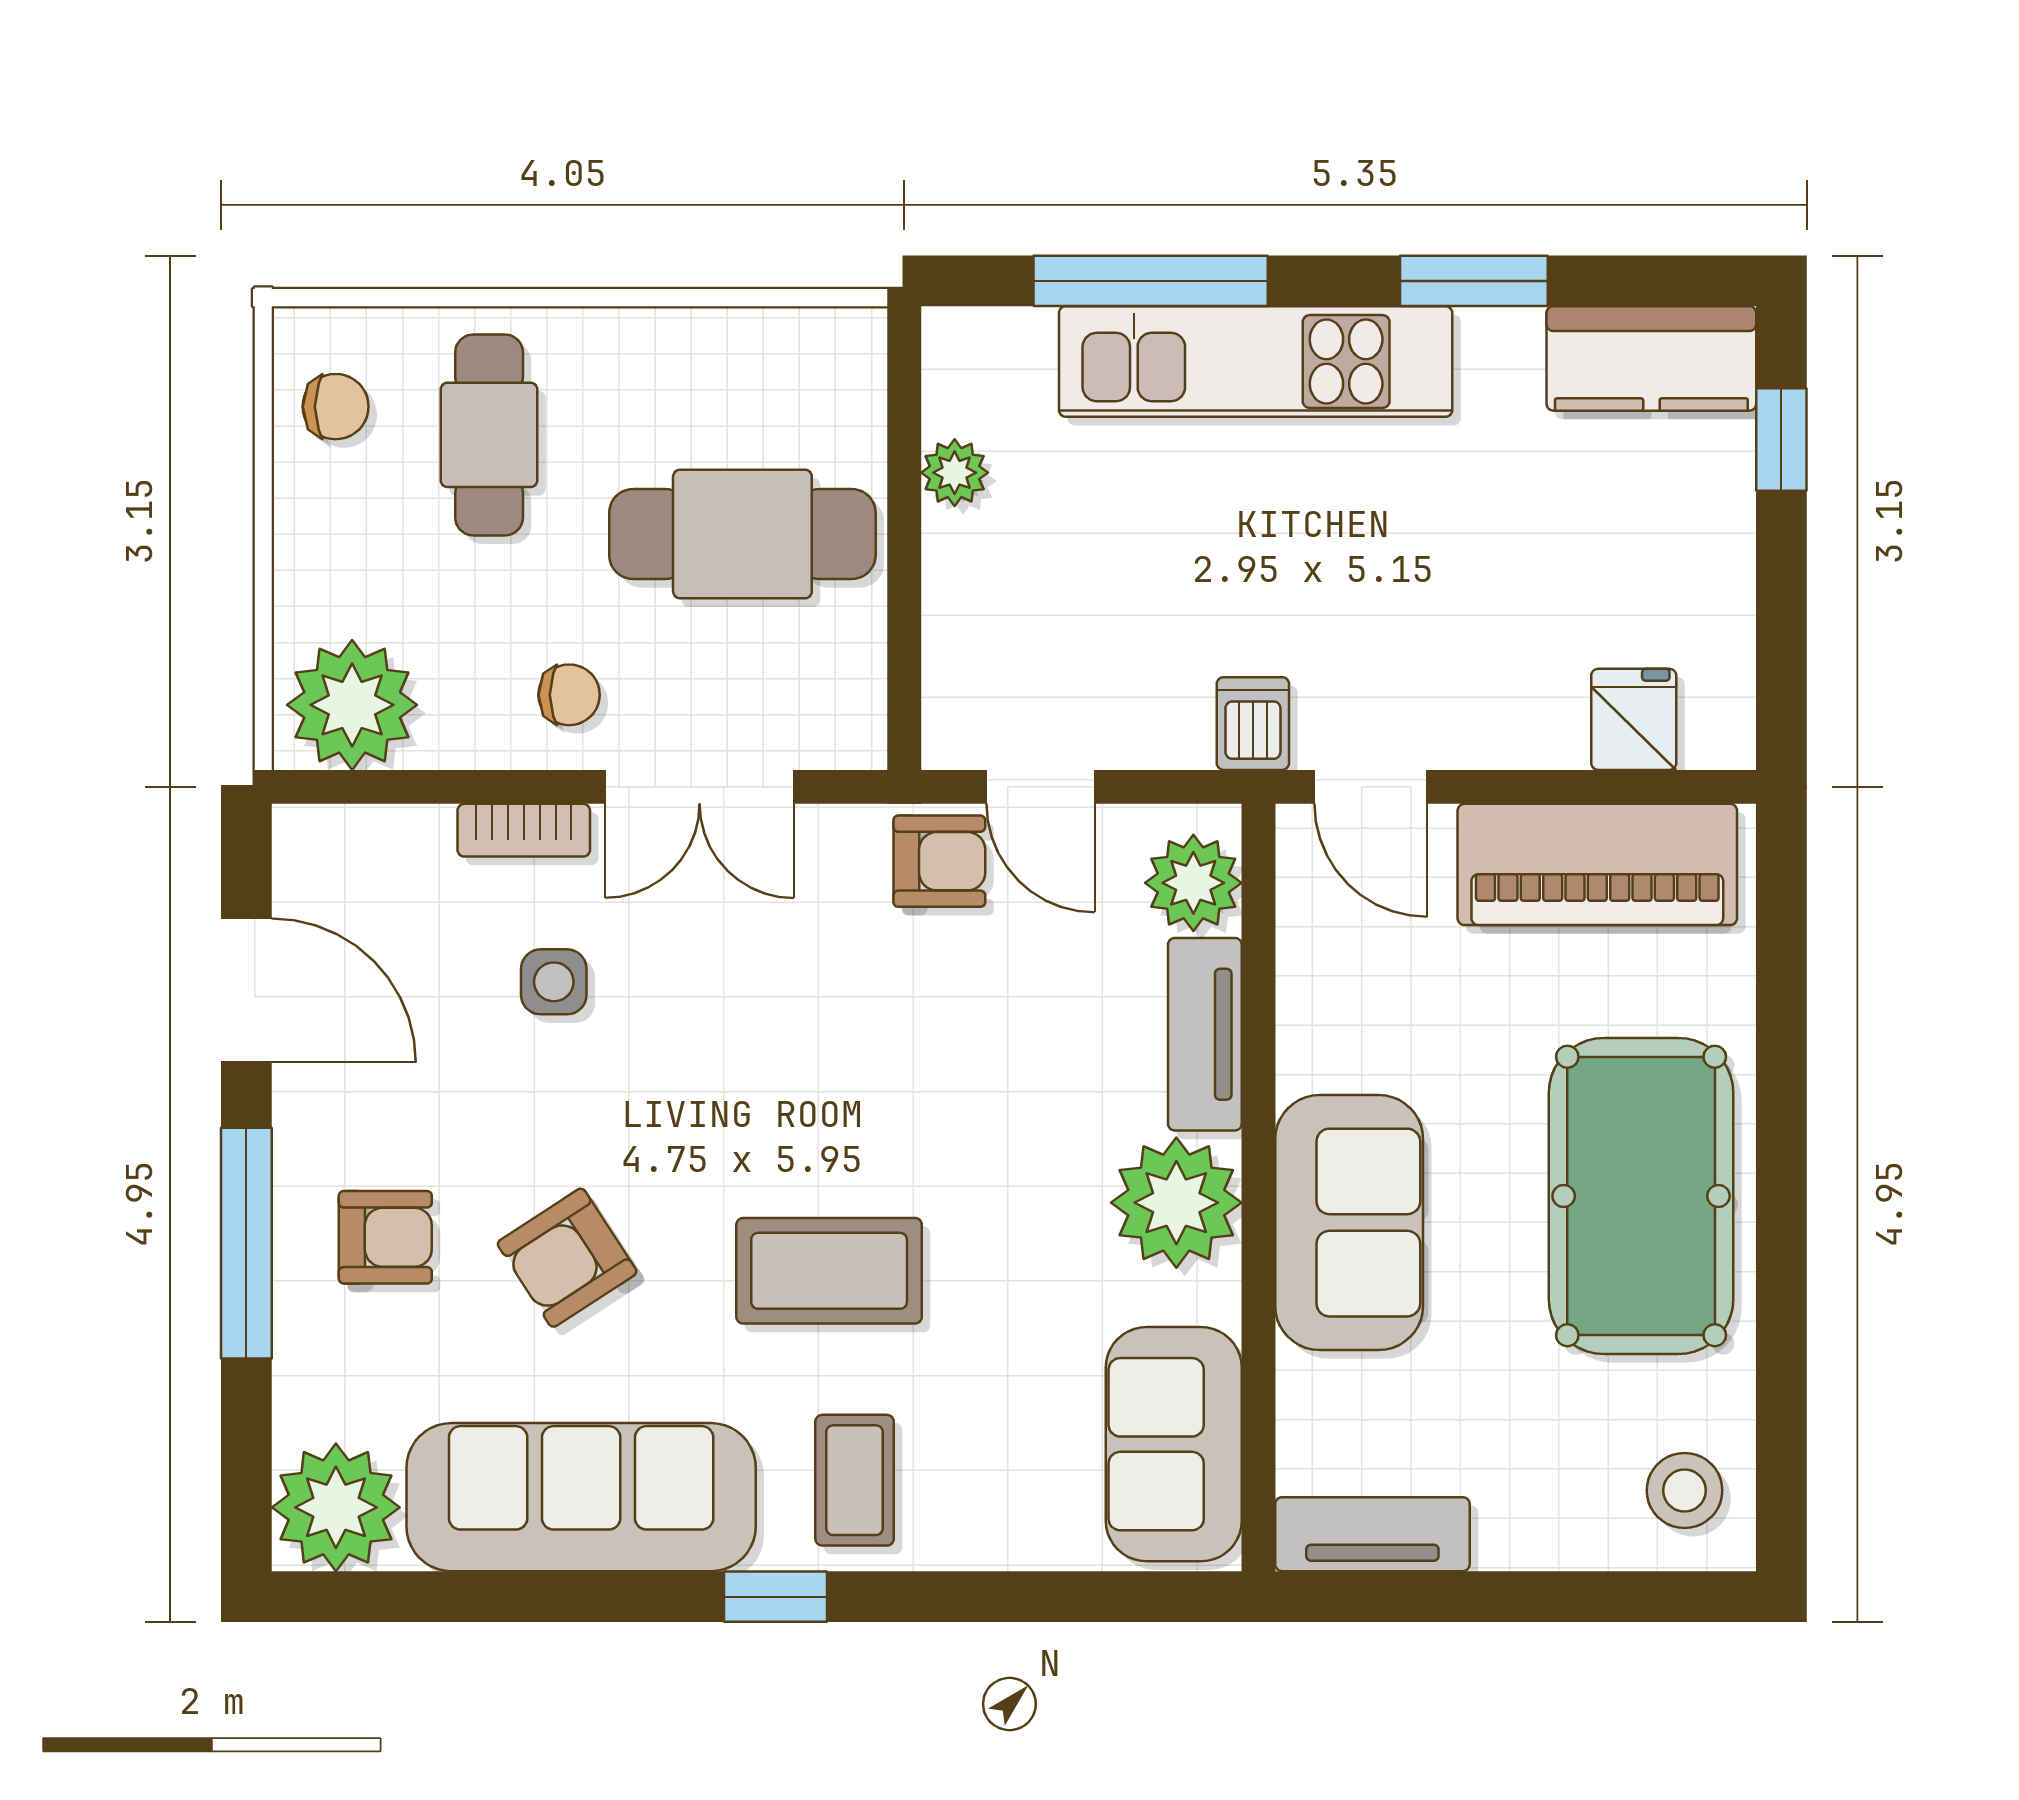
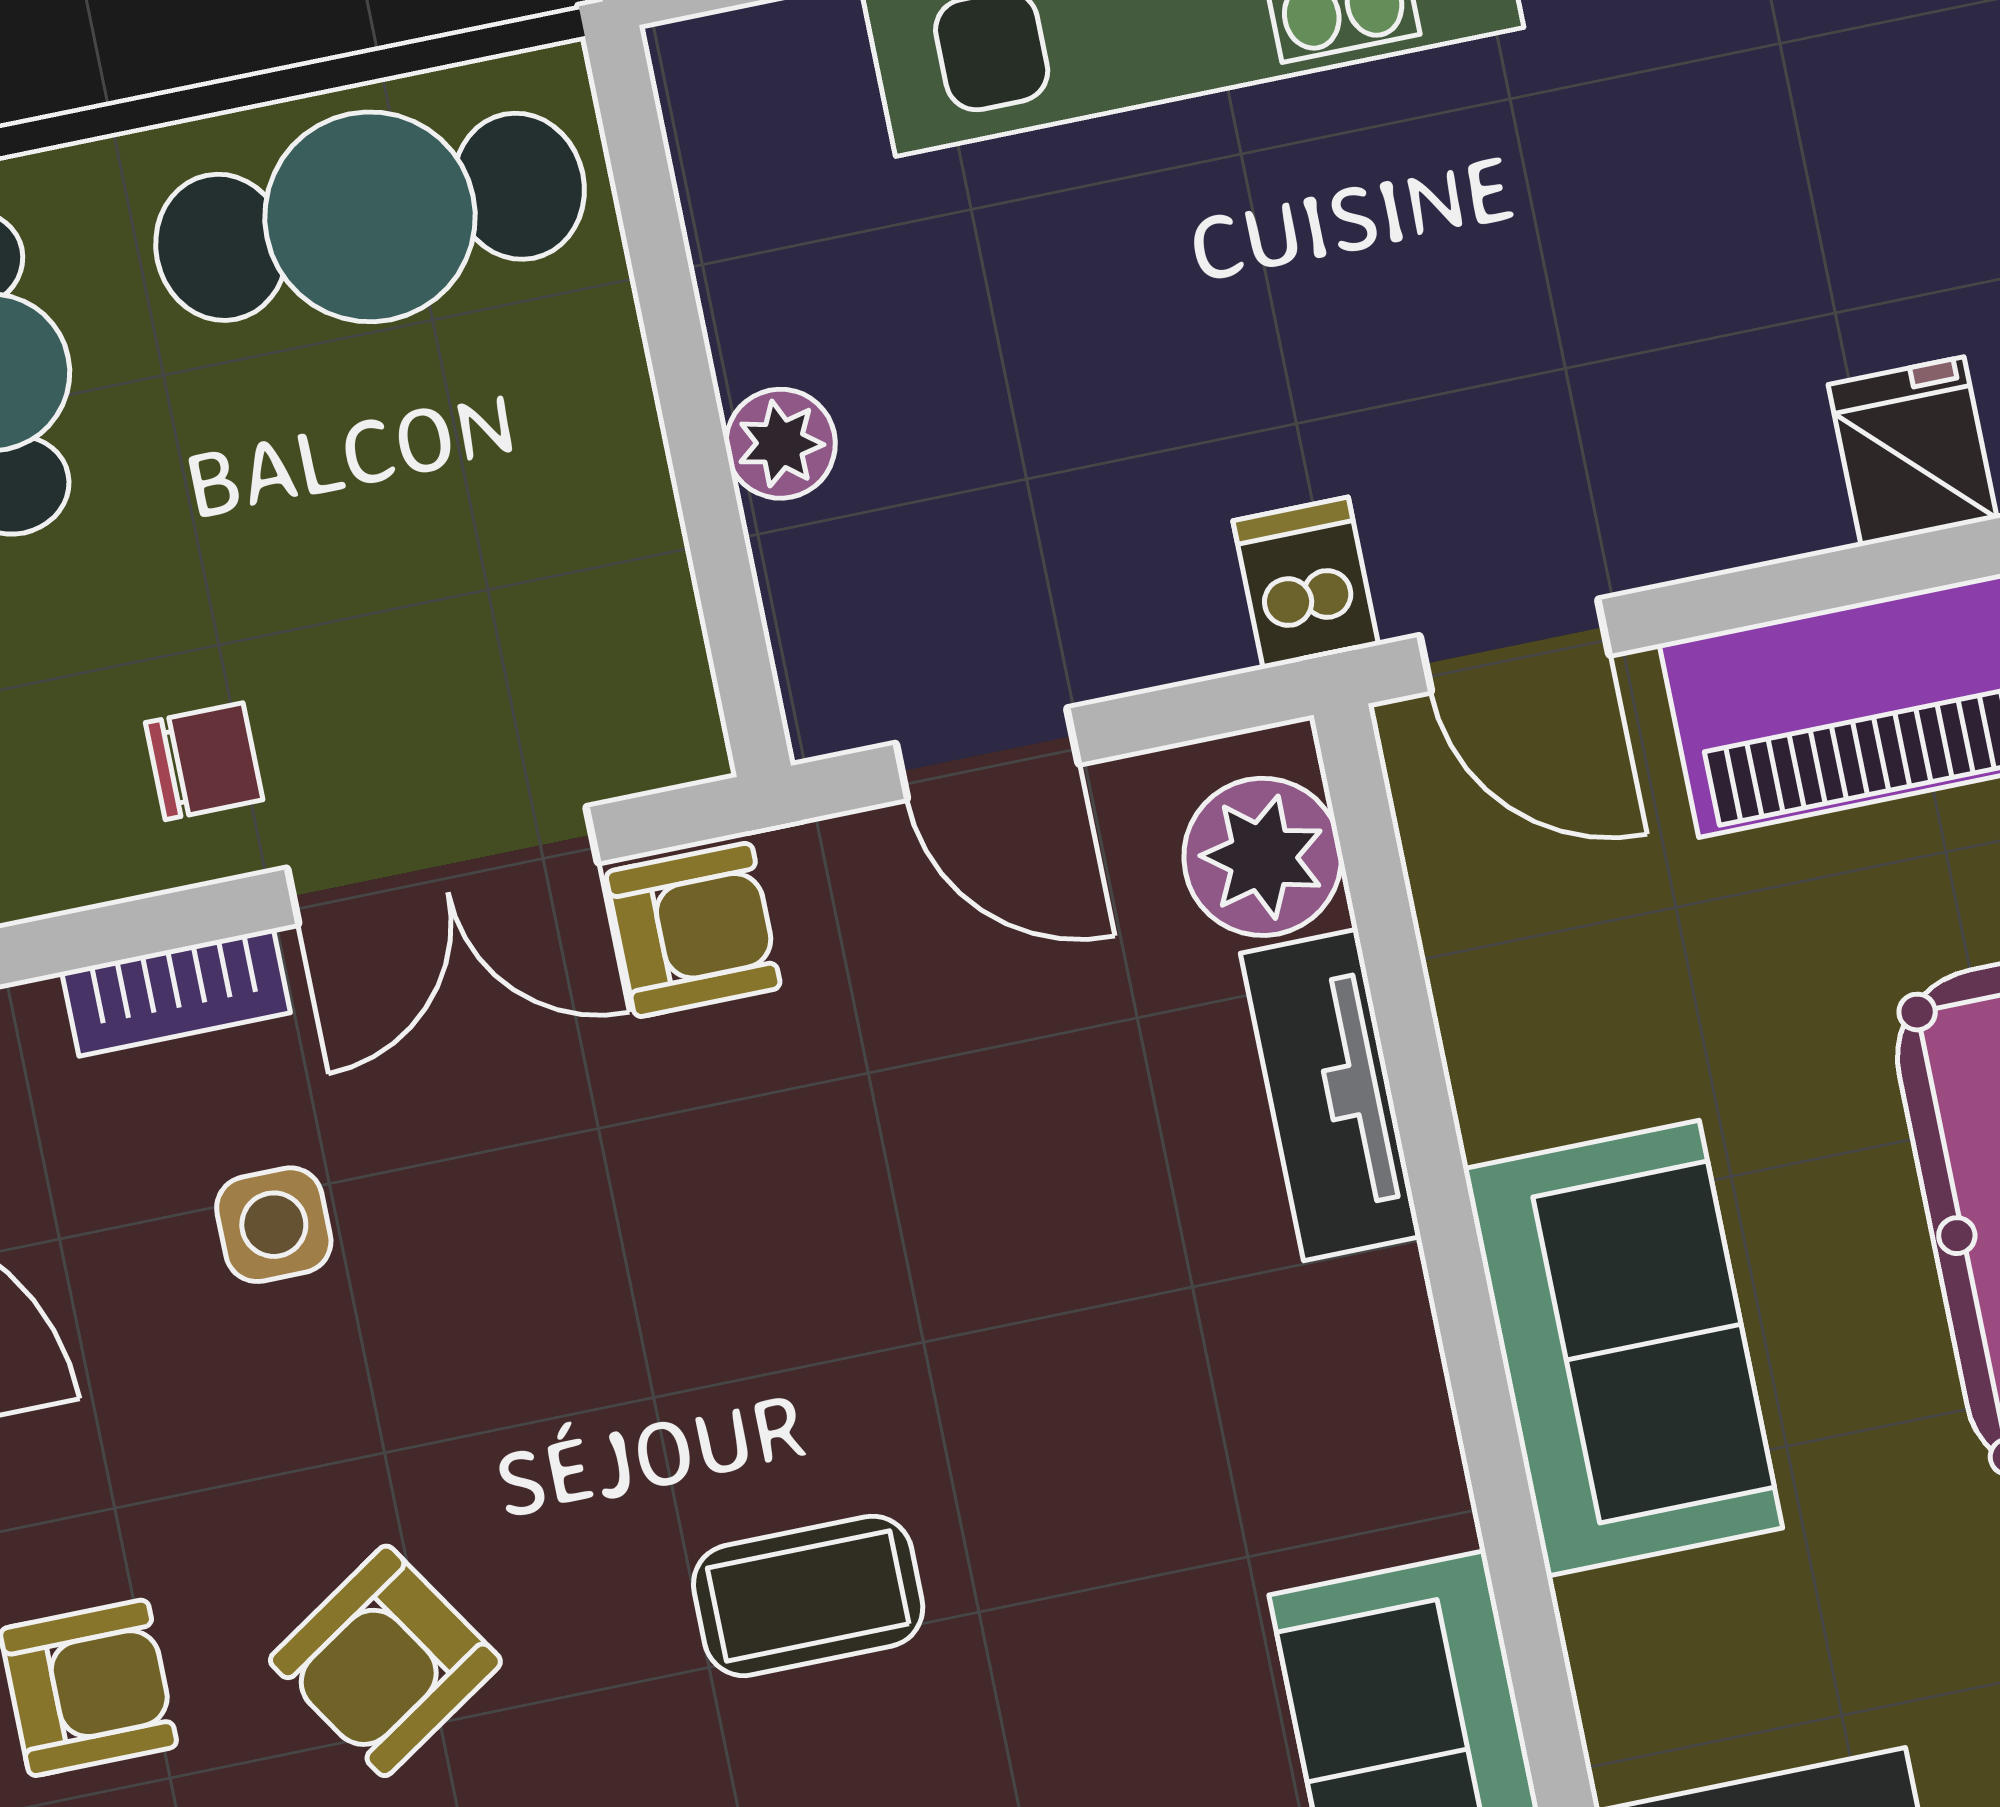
plant: (955, 473) -> (781, 444), moved
cafe table: (742, 534) -> (370, 217), moved
armchair: (939, 861) -> (693, 930), moved
plant: (1176, 1203) -> (1340, 1373), removed
coffee table: (829, 1271) -> (808, 1596), width x0.73, depth x0.77

